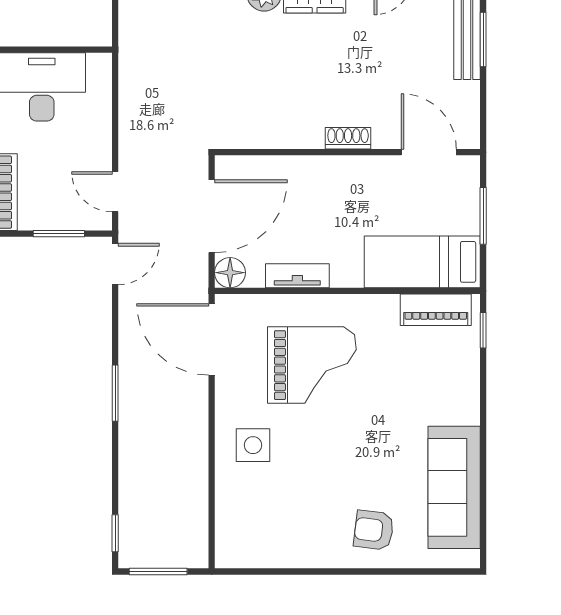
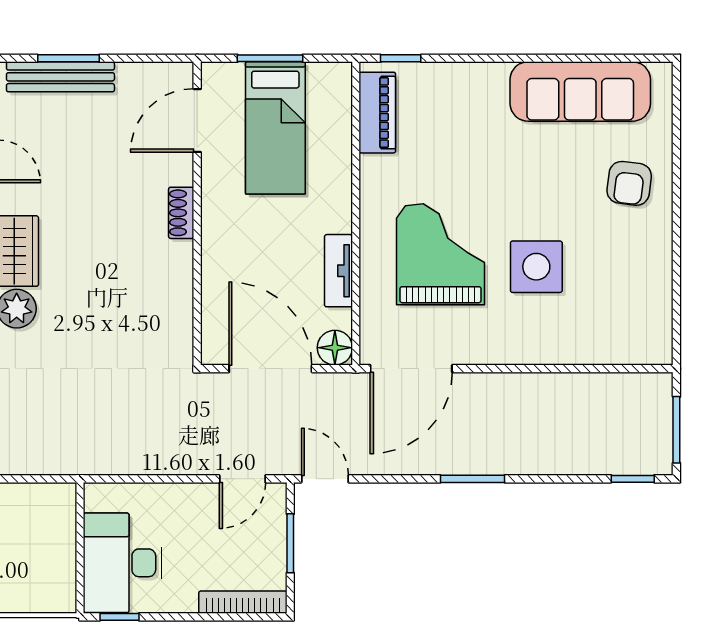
bed: (422, 262) -> (275, 128), moved
side table: (253, 445) -> (536, 267), moved, width x1.37, depth x1.37

